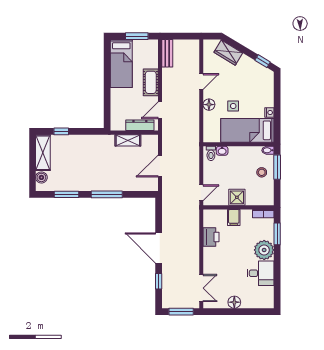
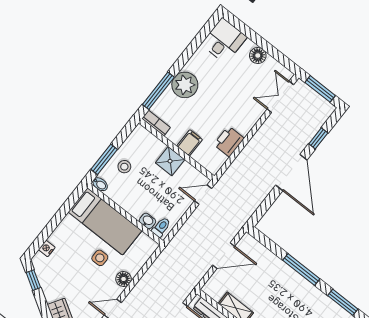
nightstand: (269, 113) -> (47, 248), moved
window: (277, 234) -> (158, 91), width x1.44
desk: (261, 273) -> (224, 41), moved, turned 90

